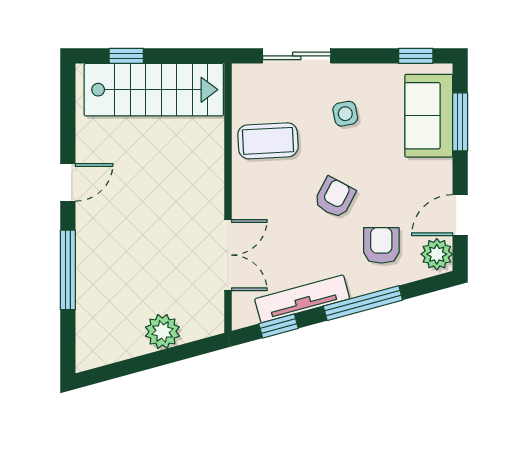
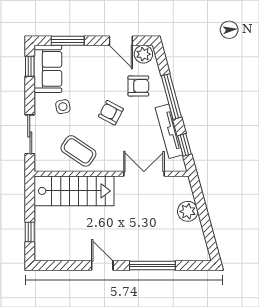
stairs: (154, 90) -> (74, 191), moved, turned 90
sofa: (429, 116) -> (48, 69), moved, turned -90
coffee table: (268, 141) -> (78, 151), turned -53
armchair: (381, 245) -> (138, 86), turned 180

